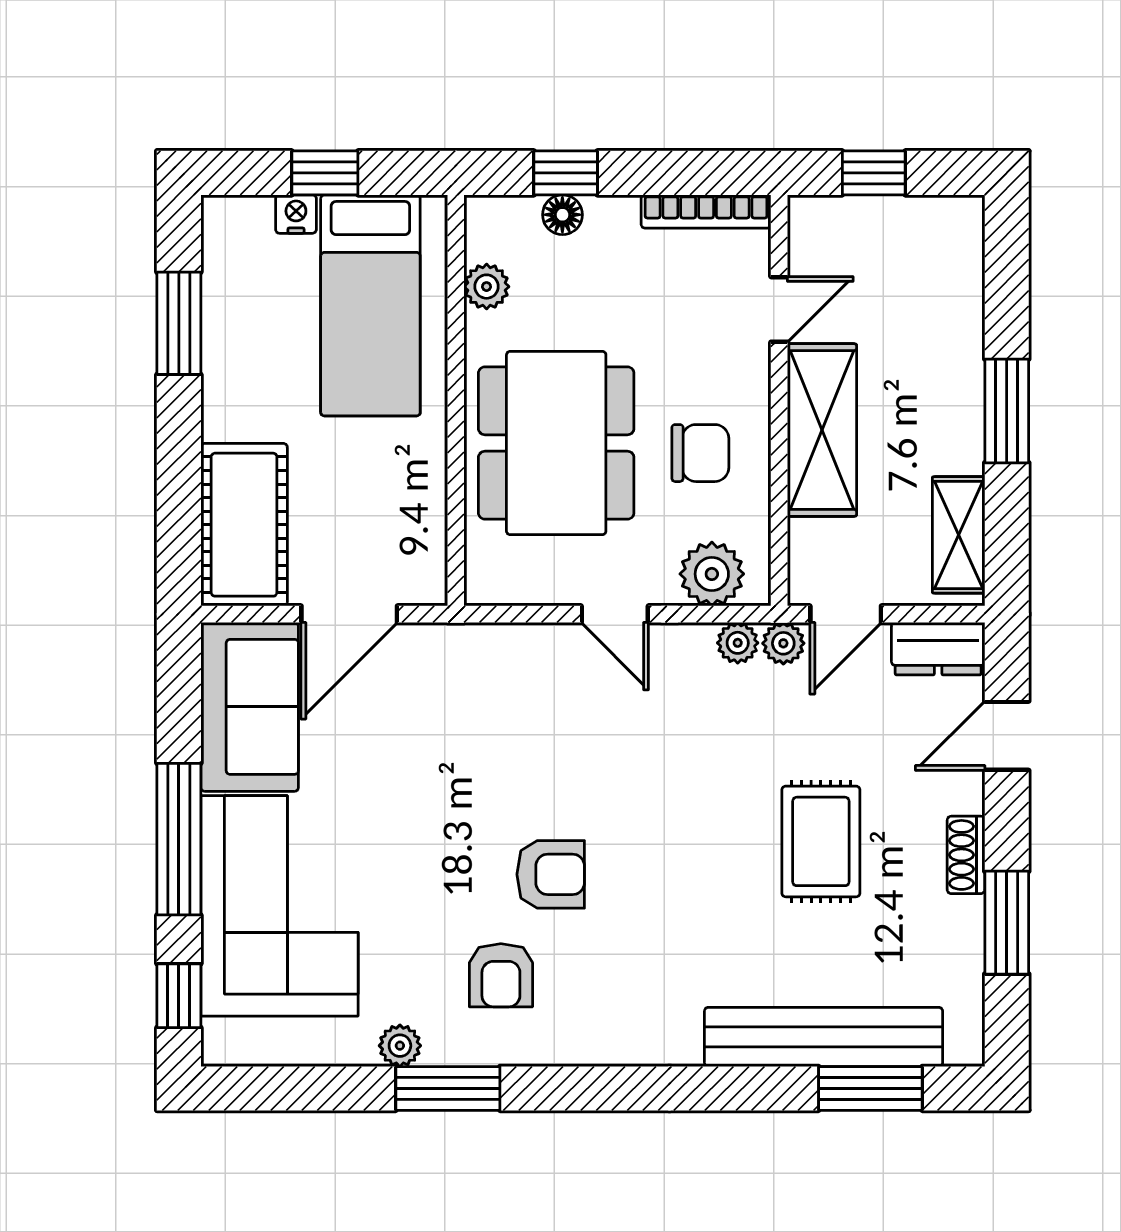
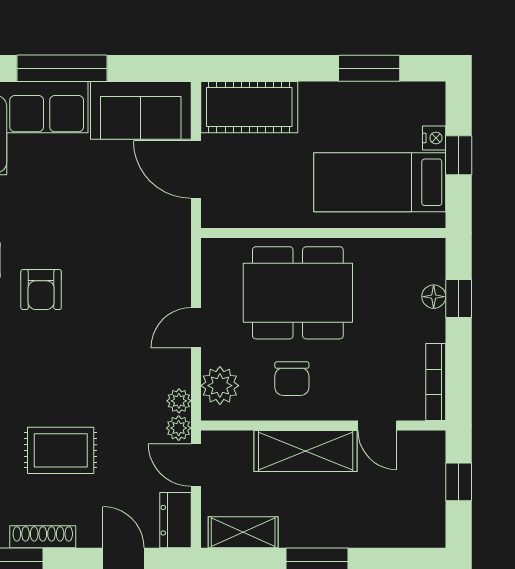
plant: (487, 287) -> (391, 251), removed
shoe rack: (966, 855) -> (43, 537), width x1.43

